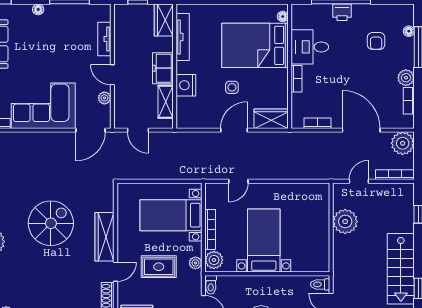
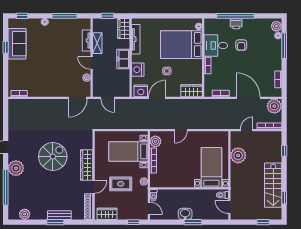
armchair: (376, 41) -> (241, 45), moved
plant: (406, 78) -> (276, 26), moved
shelving: (166, 102) -> (97, 43), moved
corner sofa: (43, 106) -> (48, 83), removed
nightstand: (191, 119) -> (141, 91), added
door: (234, 130) -> (157, 98), moved
door: (238, 181) -> (181, 130), moved
bed with nightstands: (264, 241) -> (211, 167), moved
plant: (214, 260) -> (155, 141), moved

